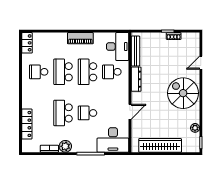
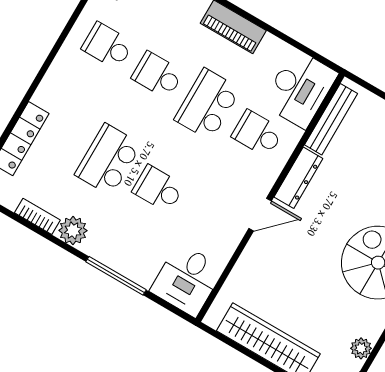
school desk: (63, 72) -> (157, 75), width x0.54
door: (130, 112) -> (260, 215), moved
desk: (113, 140) -> (187, 280), width x0.73

